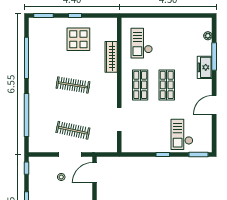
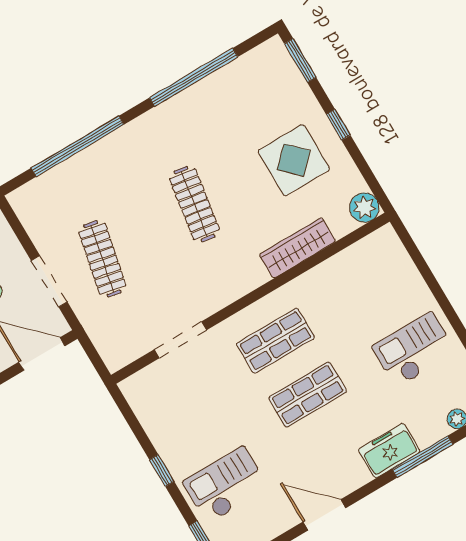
plant: (111, 24) -> (364, 208), added
checkout: (142, 43) -> (414, 350), moved

